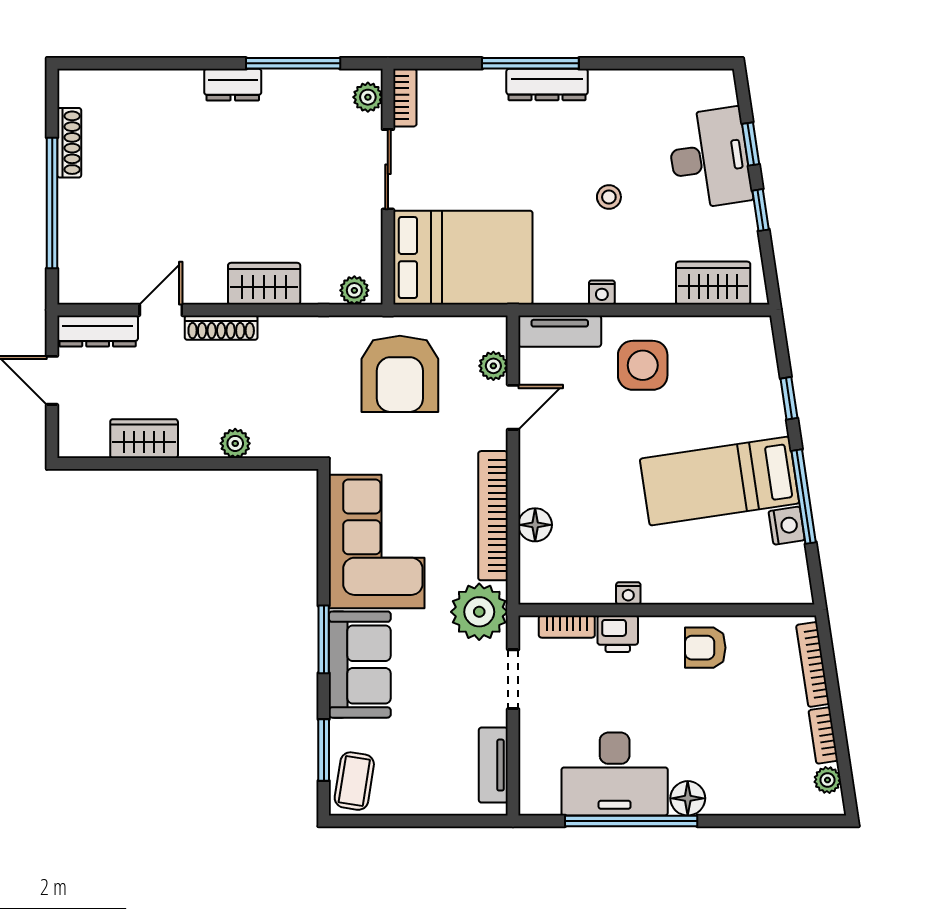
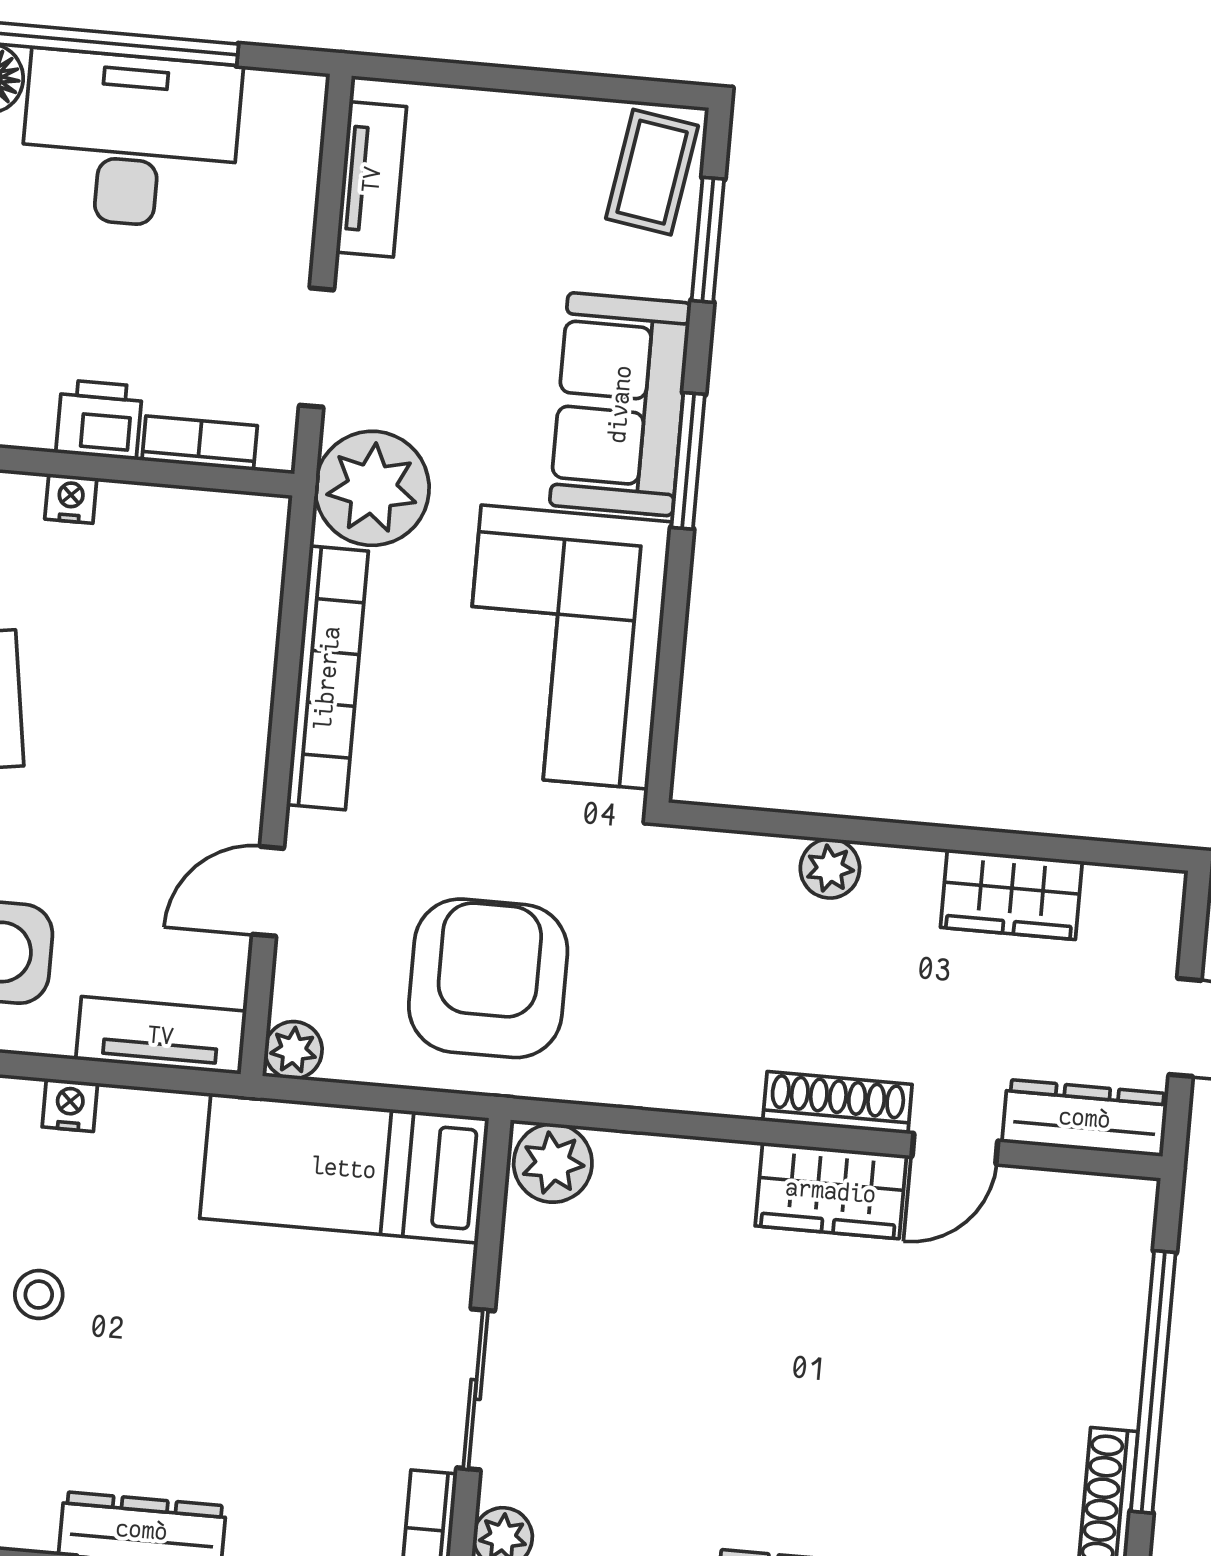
bed: (463, 258) -> (344, 1168), width x0.67
wardrobe: (264, 284) -> (831, 1191), moved
plant: (354, 290) -> (553, 1163), width x1.38, depth x1.38
plant: (493, 366) -> (293, 1050), moved
floor lamp: (535, 525) -> (245, 652), removed

